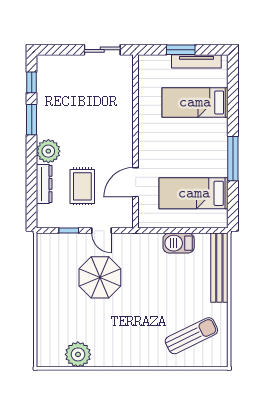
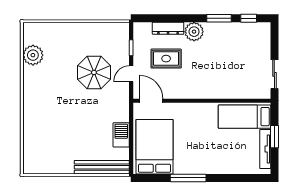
bed: (195, 102) -> (245, 117), moved, turned -90
door: (136, 182) -> (151, 101), moved
bed: (194, 193) -> (155, 147), width x1.50
sun lounger: (191, 336) -> (48, 145), removed

